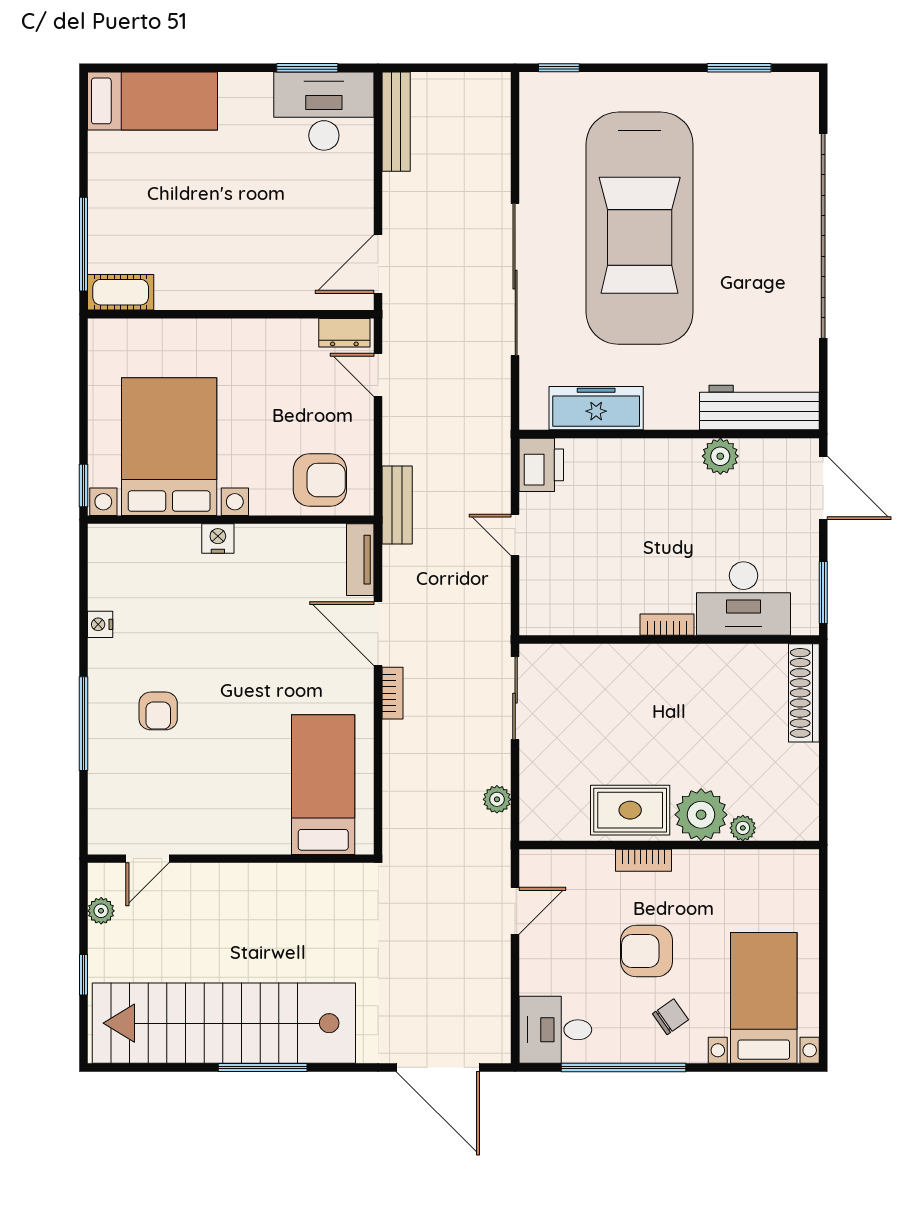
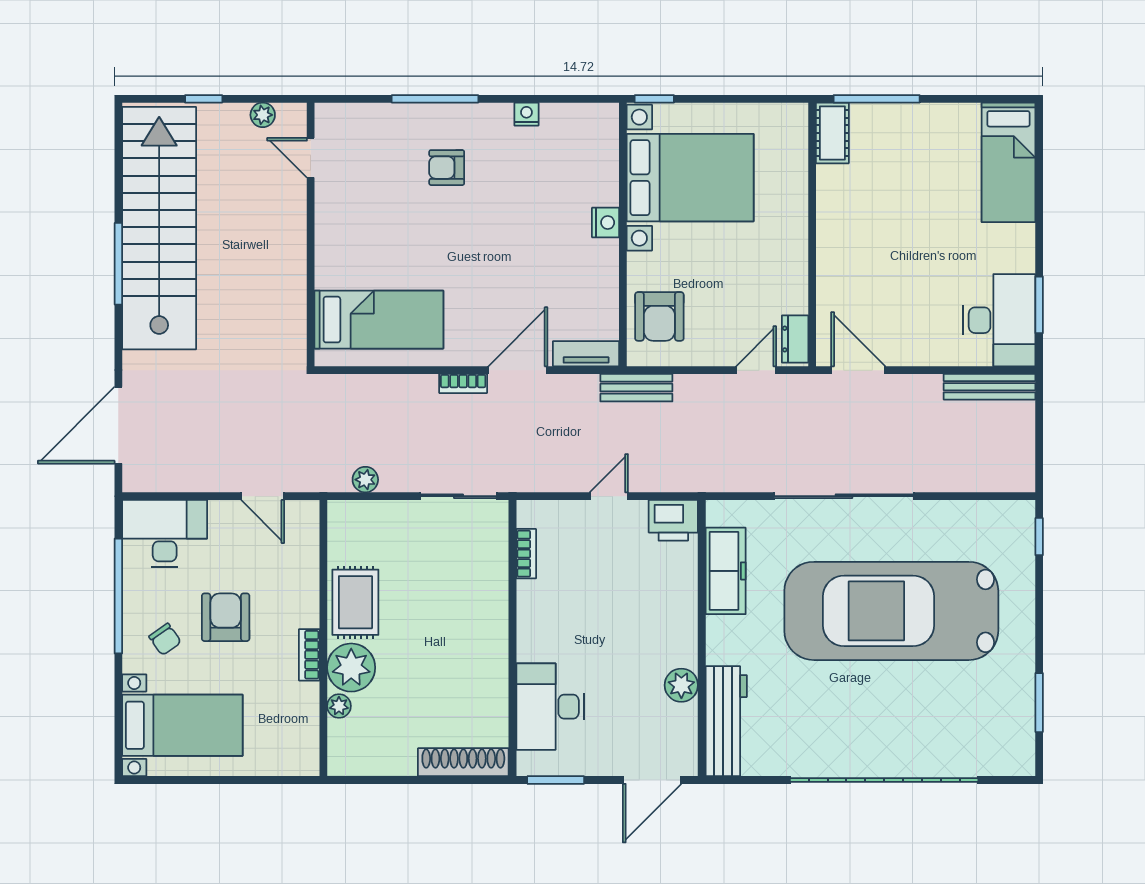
bookcase: (667, 625) -> (526, 554), moved
bookcase: (644, 860) -> (309, 655), moved
desk: (555, 1030) -> (165, 533), width x1.37

